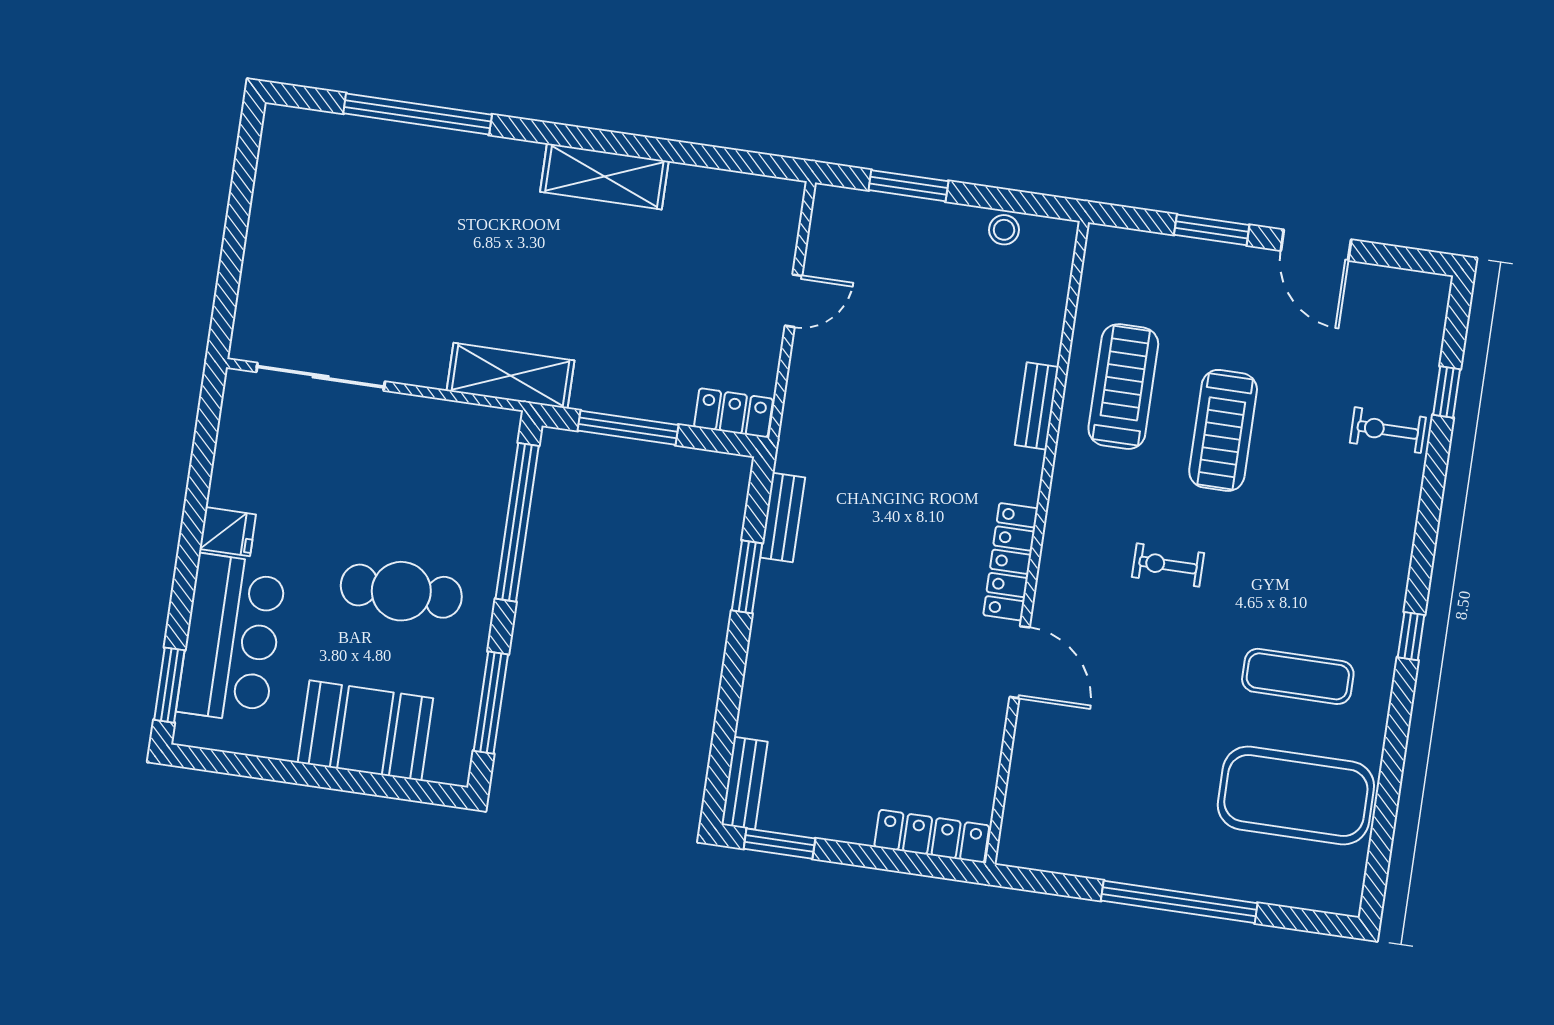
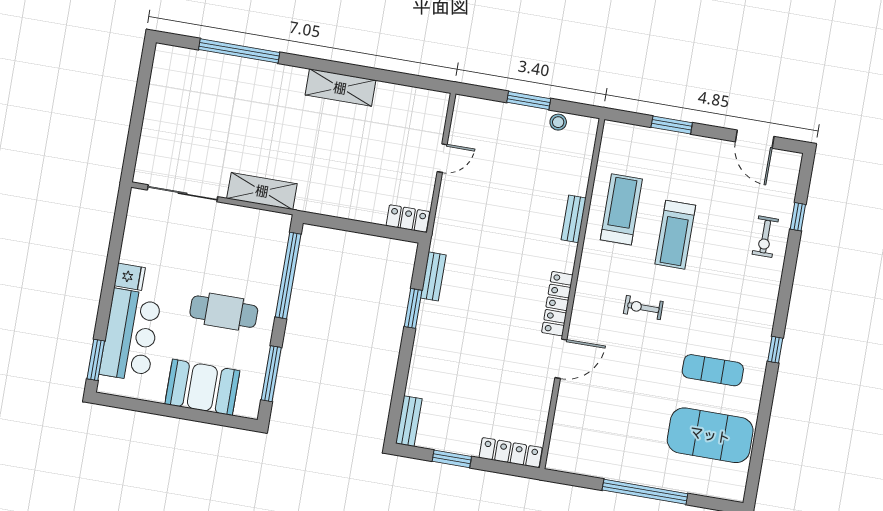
window: (908, 186) -> (529, 100), moved
door: (1316, 245) -> (755, 139), moved
shelving: (510, 376) -> (262, 191), moved
window: (628, 428) -> (350, 225), removed
exercise bike: (1388, 430) -> (765, 237), turned -90
door: (1020, 662) -> (561, 359), hinge flipped
window: (779, 844) -> (452, 459), moved

